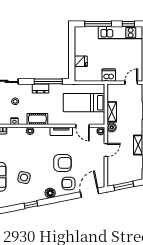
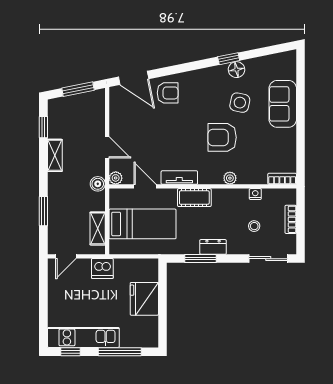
fridge: (81, 61) -> (144, 299), width x1.88, depth x1.34
window: (48, 81) -> (200, 259), width x0.69
shelving: (112, 112) -> (98, 228), moved
cot: (37, 119) -> (194, 198), moved
door: (106, 150) -> (107, 147), swing flipped
armchair: (63, 163) -> (222, 137), moved
floor lamp: (50, 193) -> (237, 70), moved
door: (90, 193) -> (134, 78), hinge flipped

